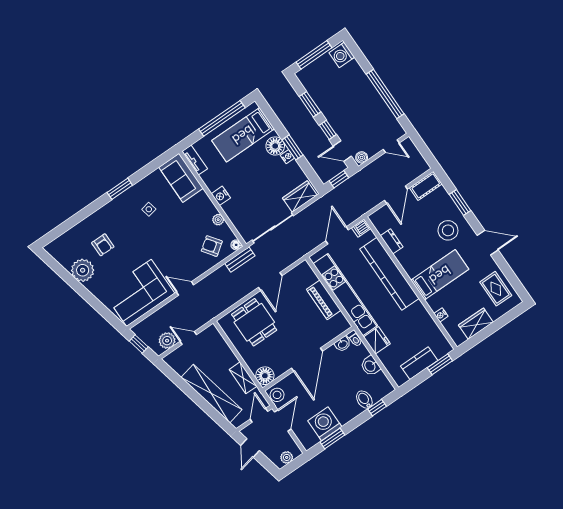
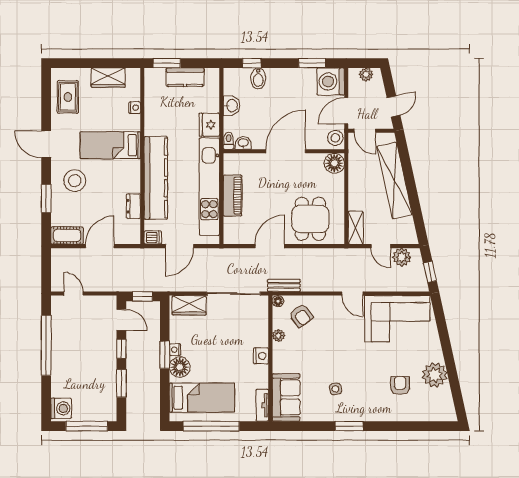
boiler: (362, 157) -> (108, 302), removed
shelving: (243, 378) -> (356, 228), moved
door: (259, 415) -> (365, 131), hinge flipped
washing machine: (325, 424) -> (331, 81), moved, turned 90

